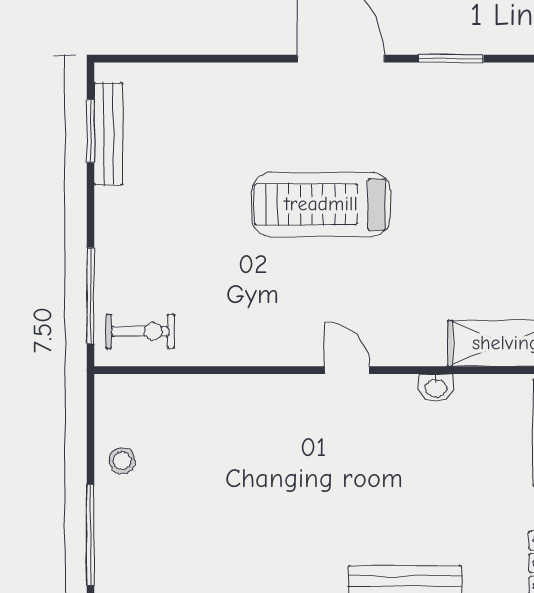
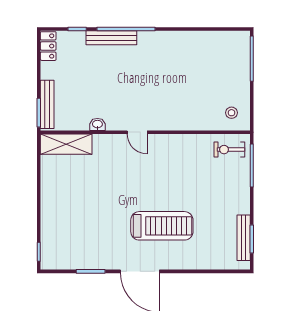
treadmill: (321, 204) -> (162, 226), moved
stool: (122, 461) -> (231, 113), moved

